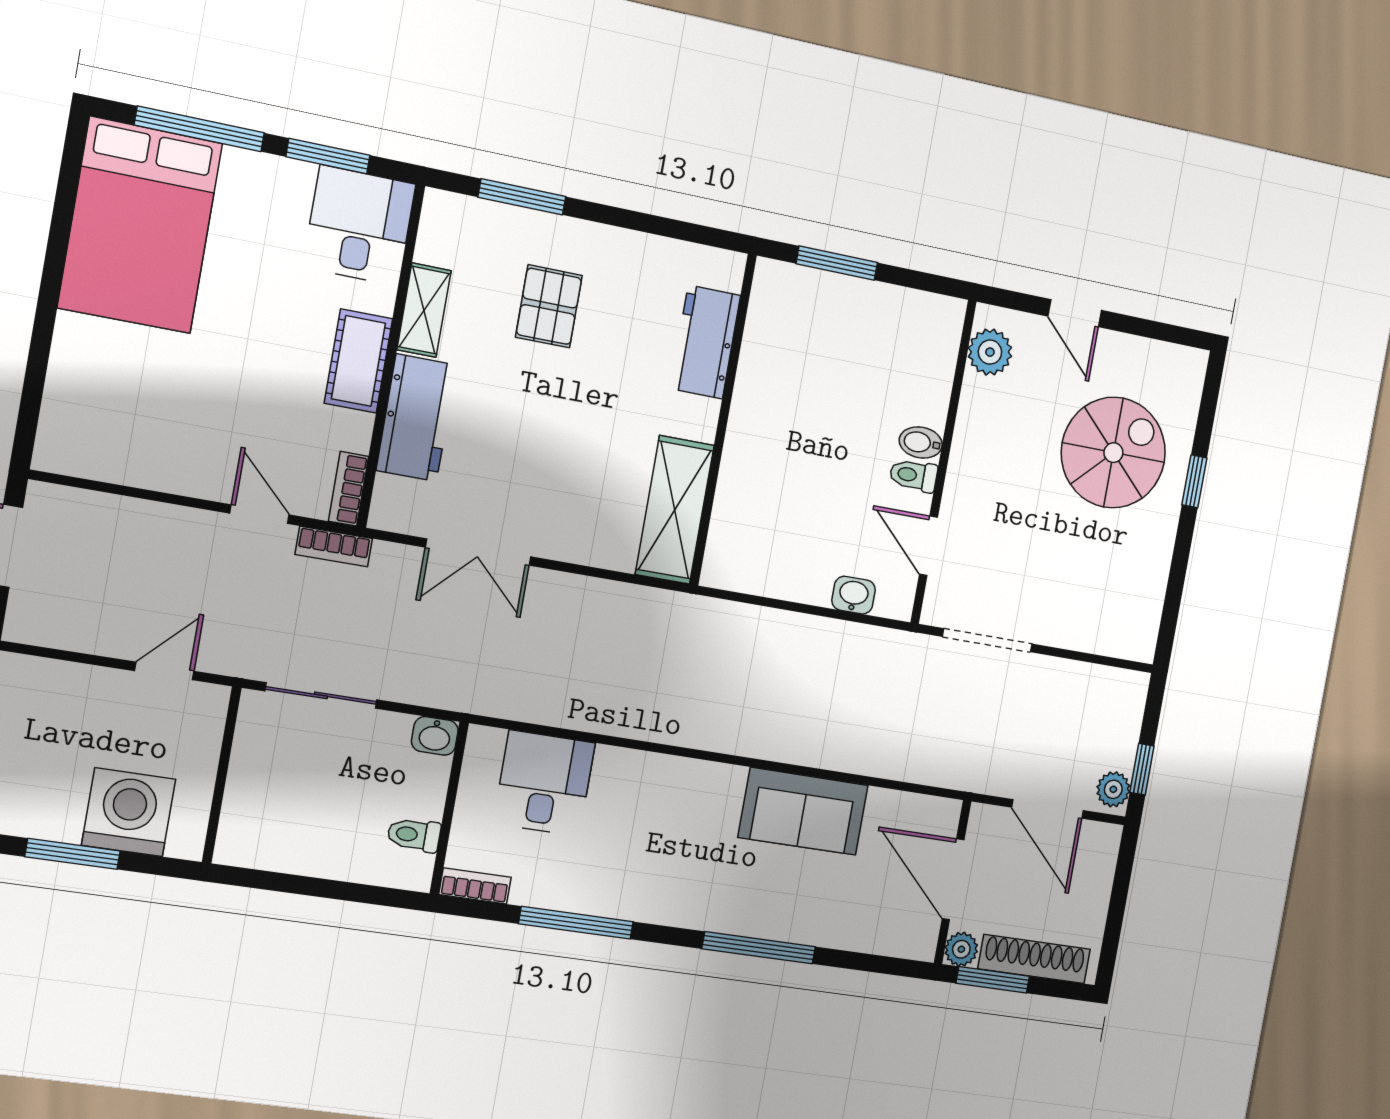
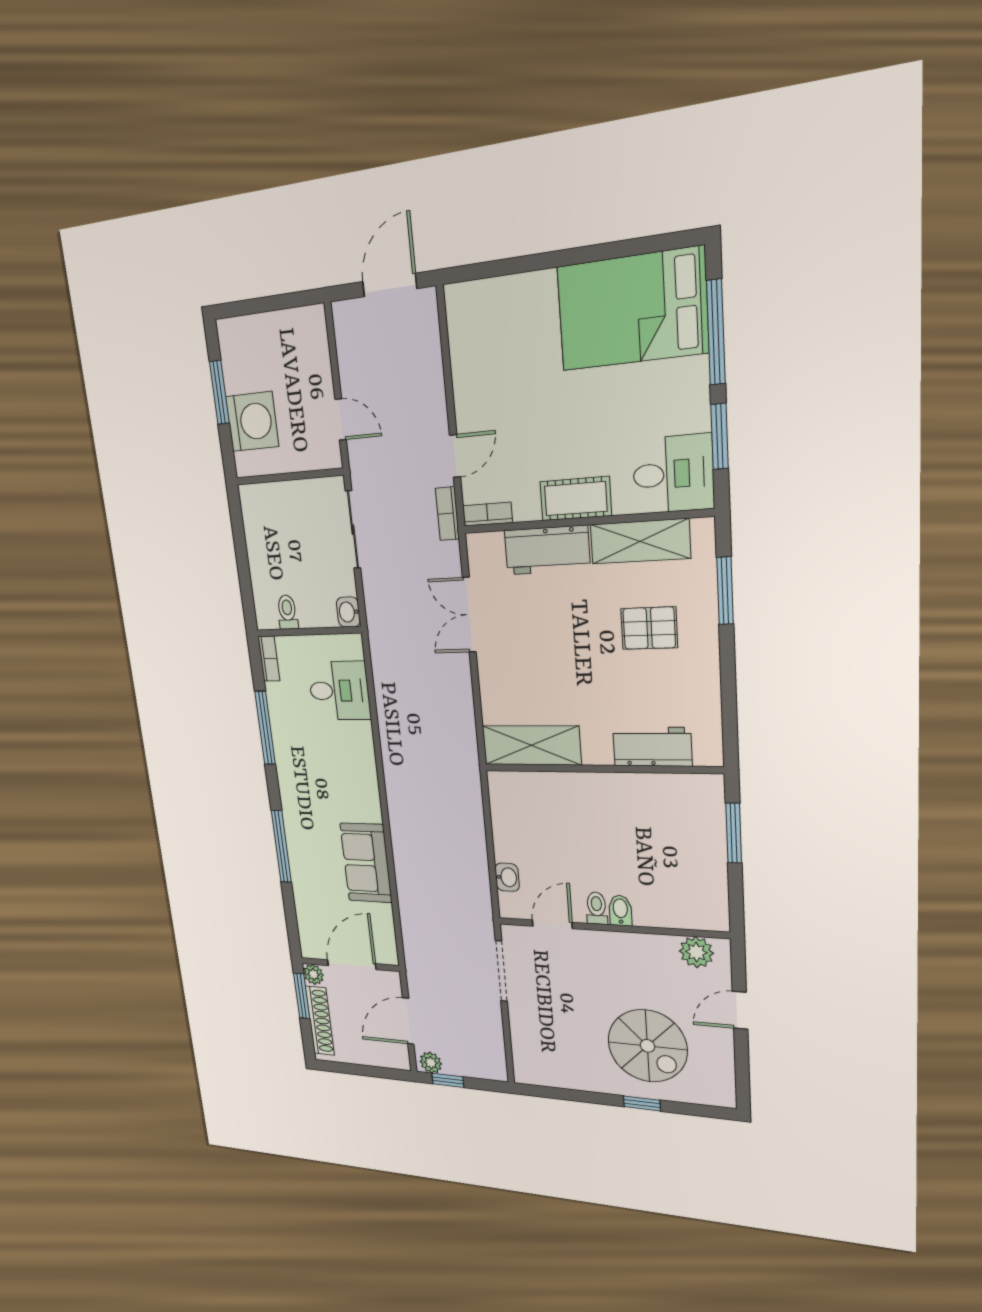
shelving: (424, 310) -> (640, 541), width x1.50, depth x1.33

